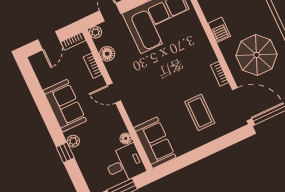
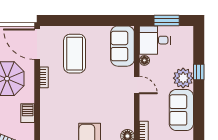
door: (114, 93) -> (137, 85), moved
coffee table: (200, 112) -> (75, 54), width x1.36, depth x1.32
plant: (73, 141) -> (183, 78), width x1.88, depth x1.88

